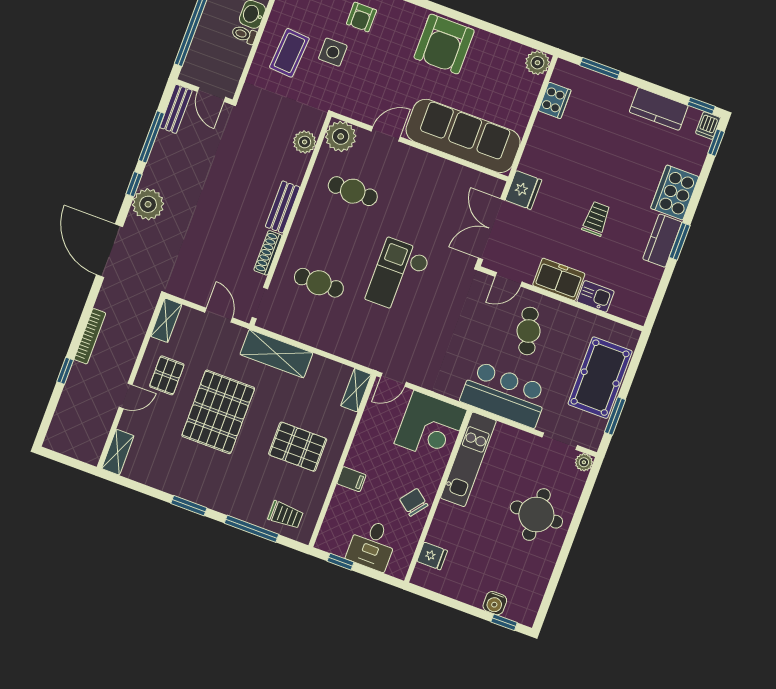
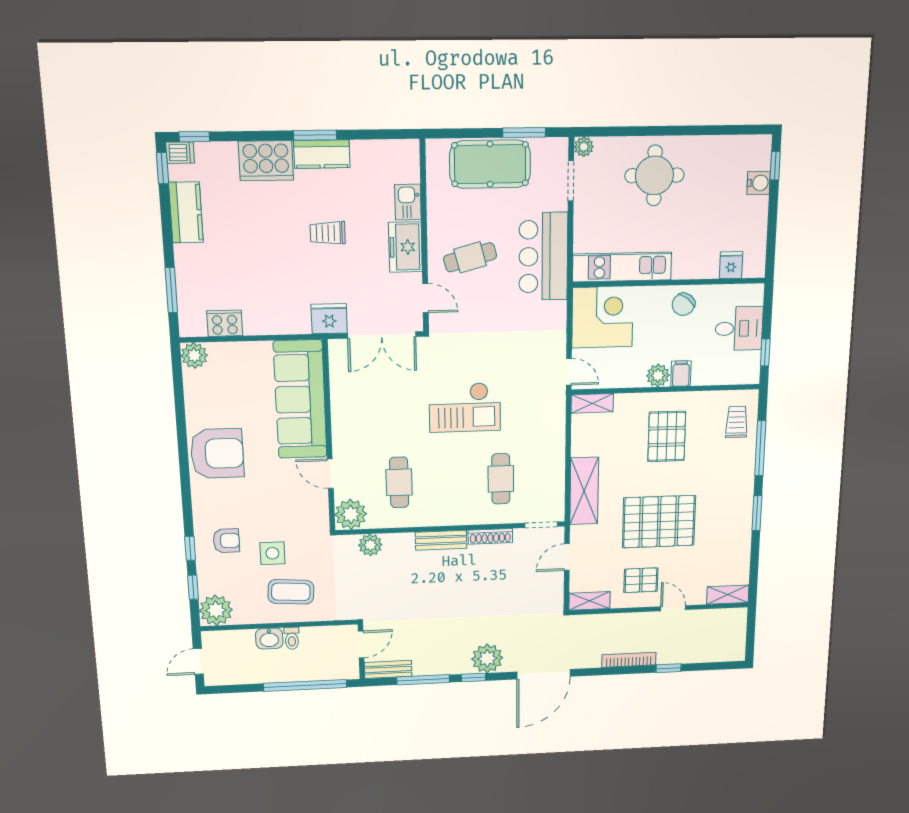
plant: (358, 458) -> (658, 375), added

